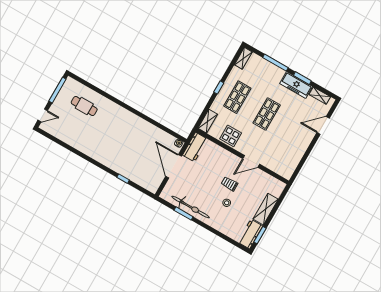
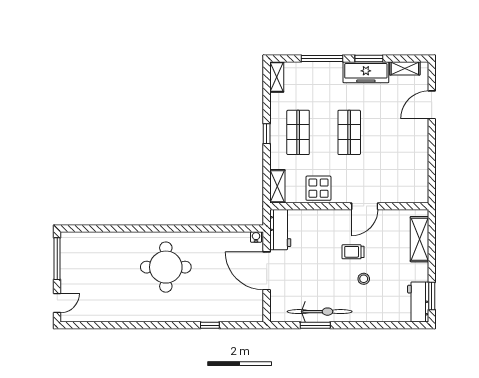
cafe table: (84, 106) -> (104, 259), removed
round table: (117, 131) -> (166, 267), added
shelving: (266, 209) -> (419, 239), moved

